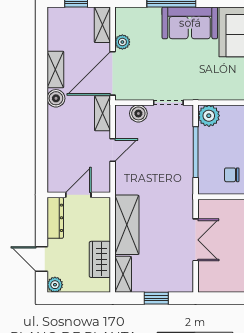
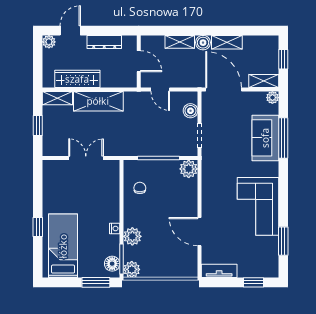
sofa: (190, 23) -> (265, 138), moved
plant: (122, 42) -> (272, 98), moved
shelving: (102, 113) -> (180, 42), moved
door: (78, 195) -> (139, 61), moved
wall: (79, 195) -> (139, 61), moved
double door: (196, 240) -> (86, 158), swing flipped
wardrobe: (100, 259) -> (77, 79), width x1.50

